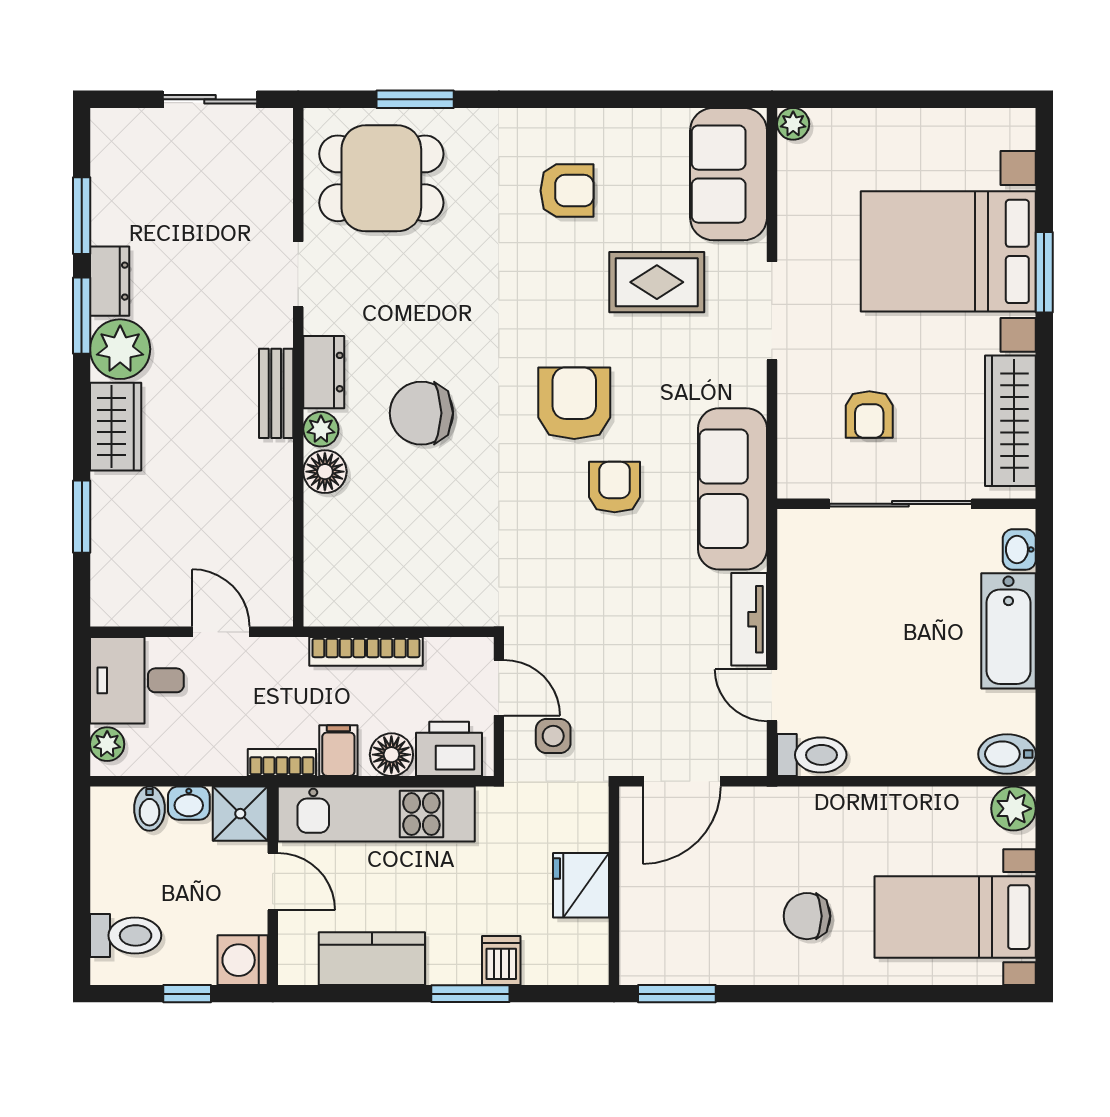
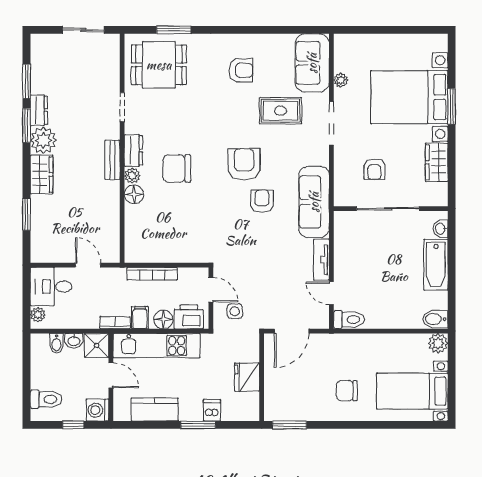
plant: (793, 124) -> (341, 80), moved
wardrobe: (1010, 421) -> (437, 162), width x0.67

